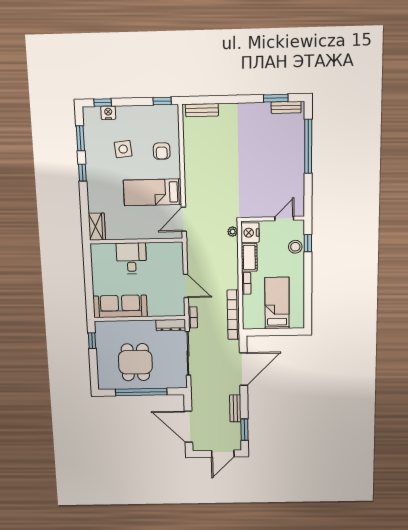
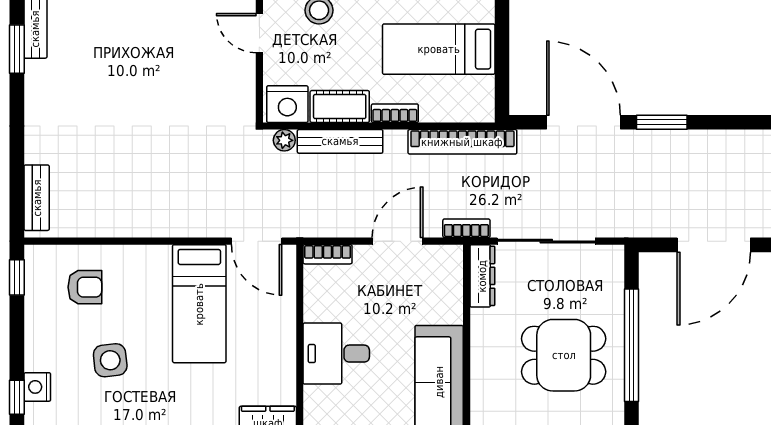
armchair: (162, 151) -> (85, 287), moved
bookcase: (179, 253) -> (328, 254), added
bench: (235, 408) -> (340, 141), moved, width x1.36
window: (244, 430) -> (662, 122), moved

